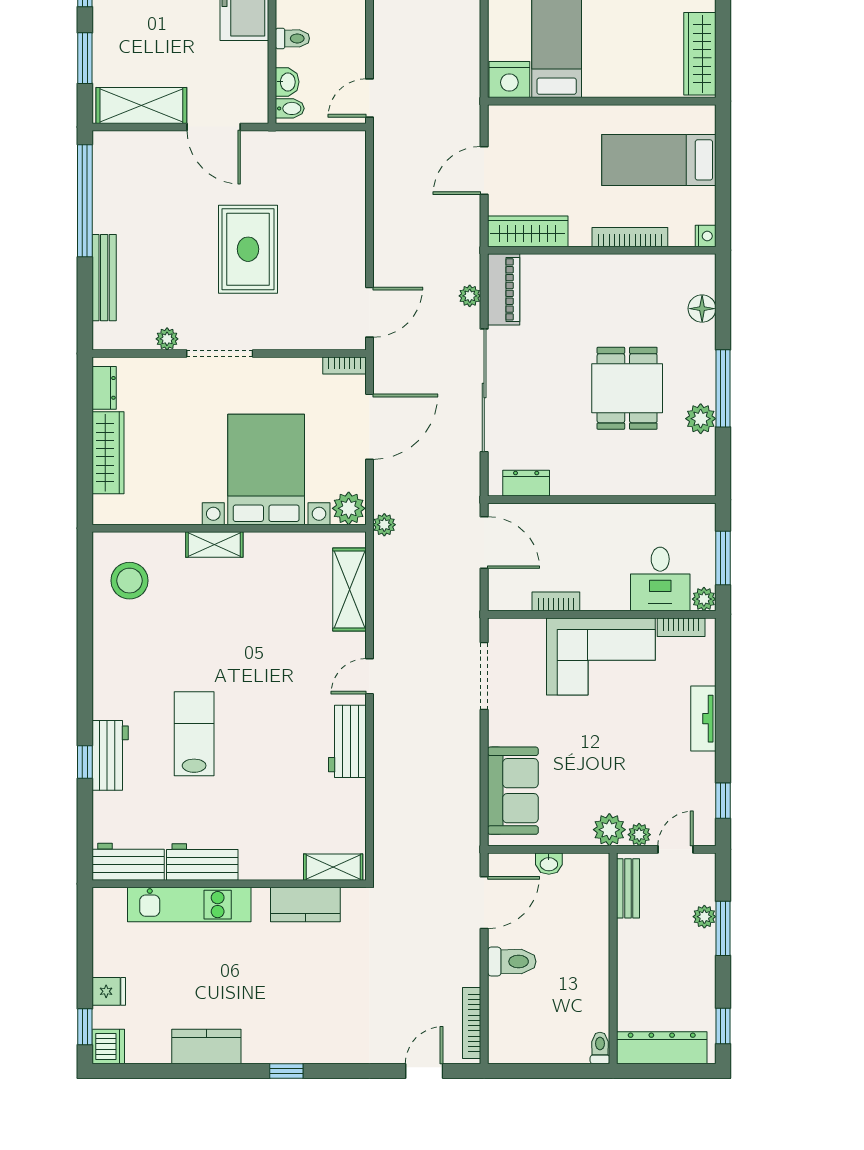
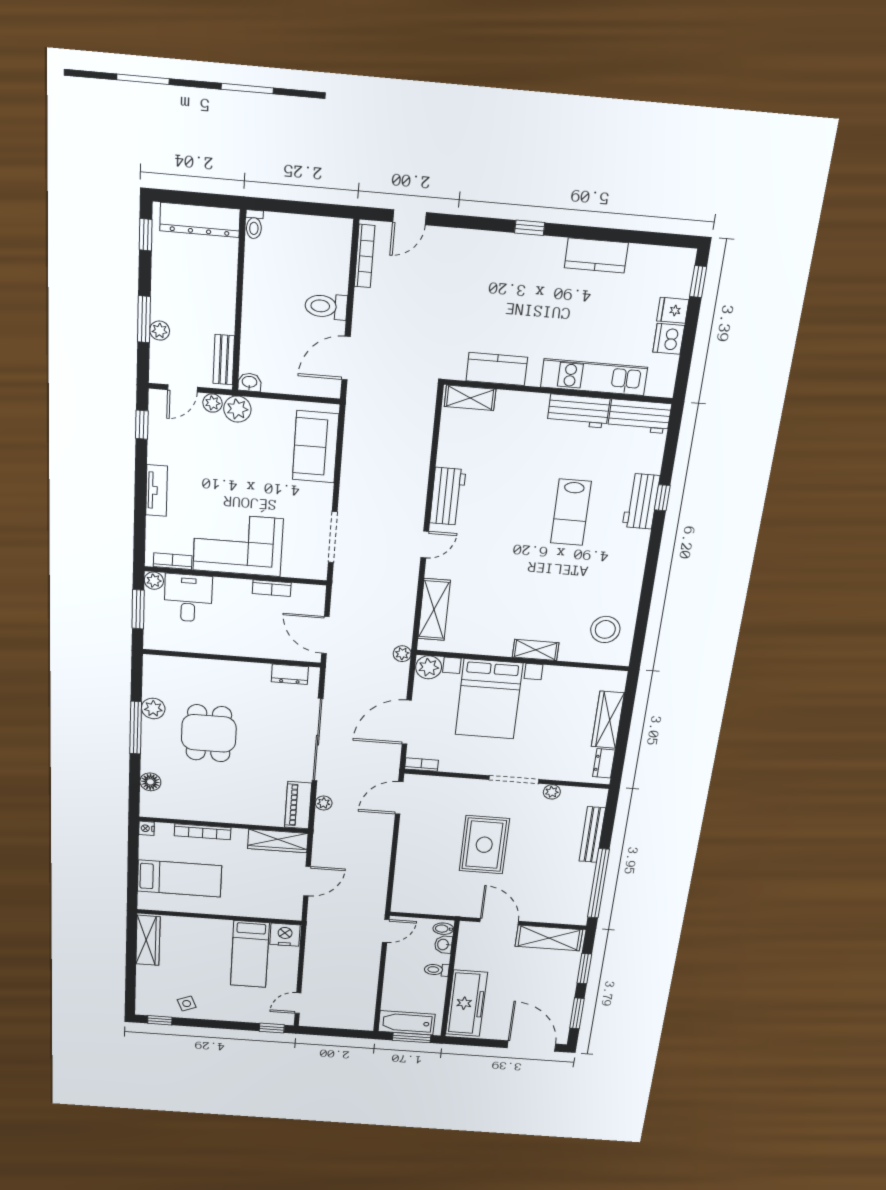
washbasin: (549, 864) -> (249, 382), moved
dishwasher: (108, 1047) -> (669, 339), moved

